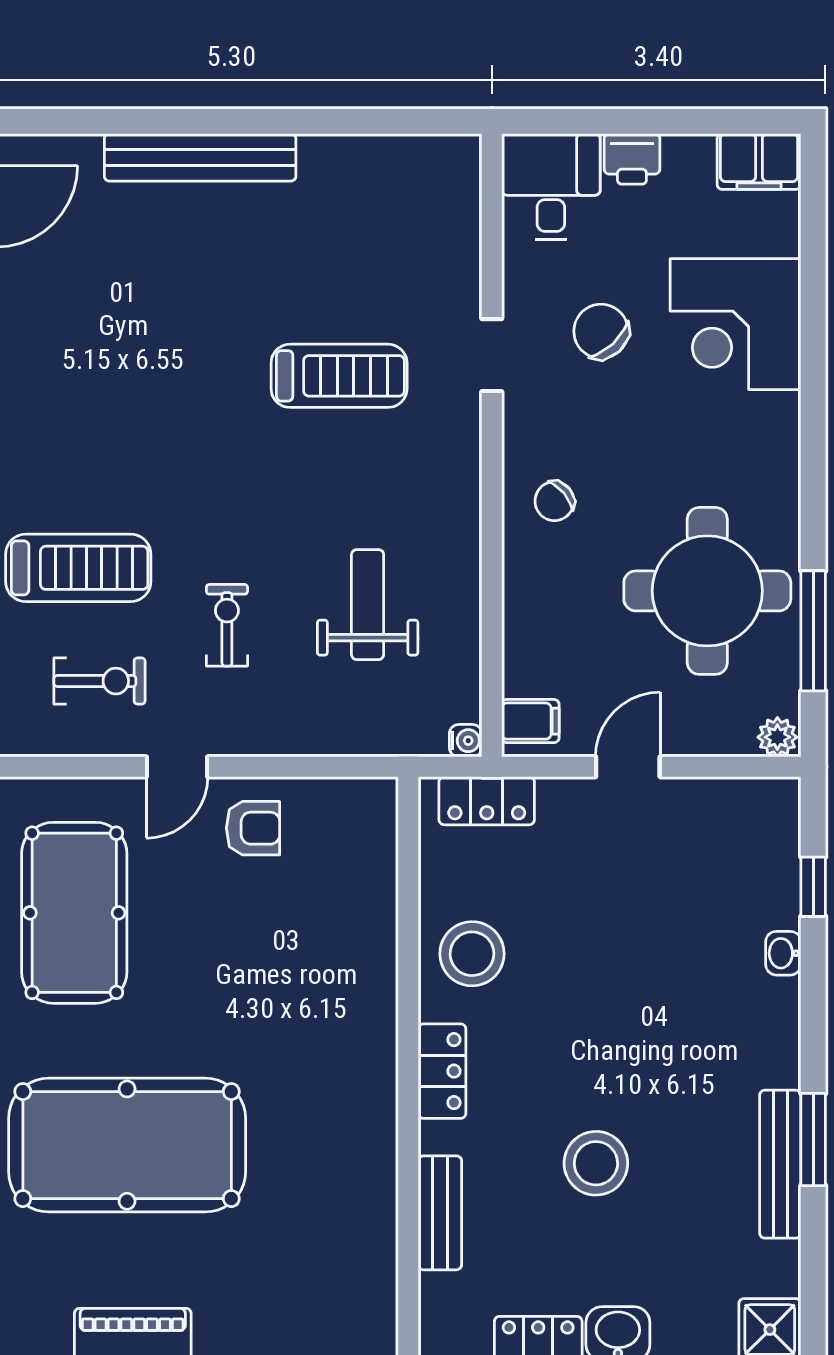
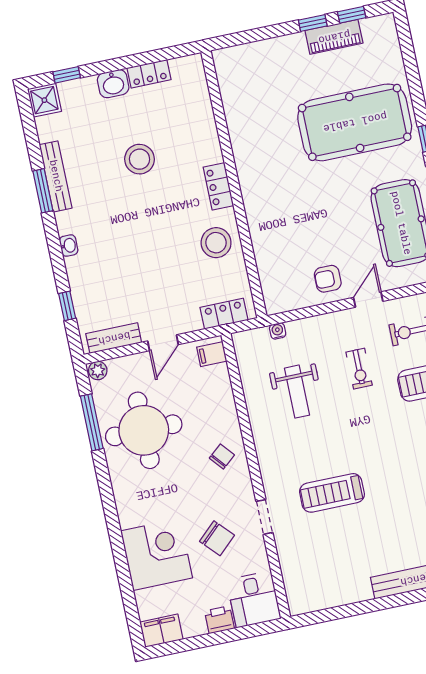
water cooler: (466, 741) -> (278, 331), moved, turned 90
washbasin: (783, 953) -> (69, 246), moved
bench: (440, 1213) -> (114, 338), moved, turned 90

